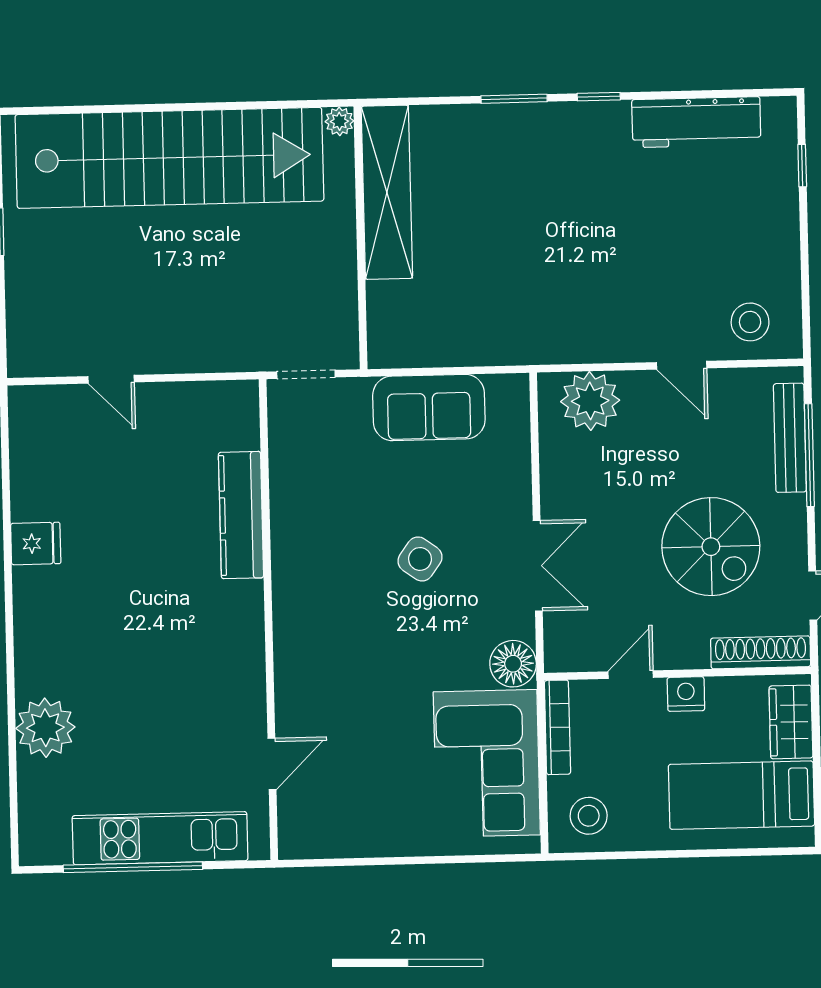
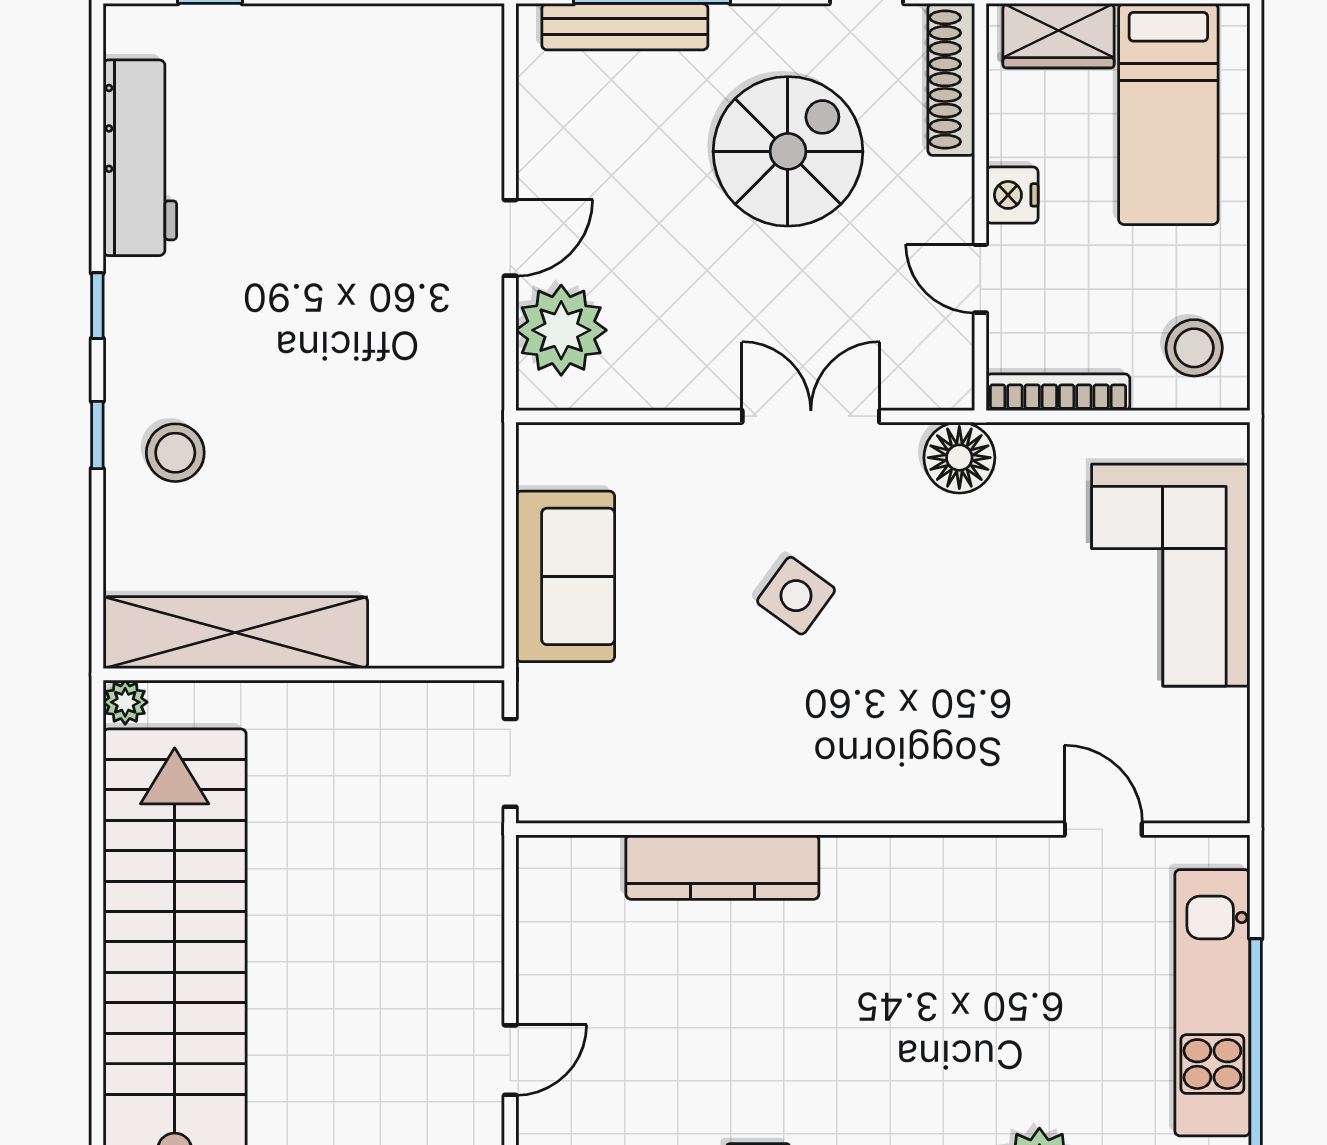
window: (514, 99) -> (97, 435), width x0.67
stool: (750, 322) -> (175, 453), moved
door: (682, 365) -> (510, 238), moved
corner sofa: (487, 763) -> (1171, 575), moved, turned 90

